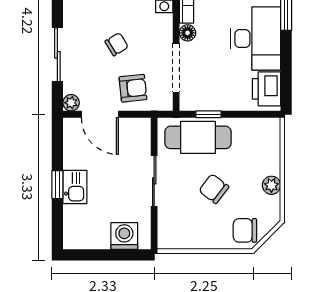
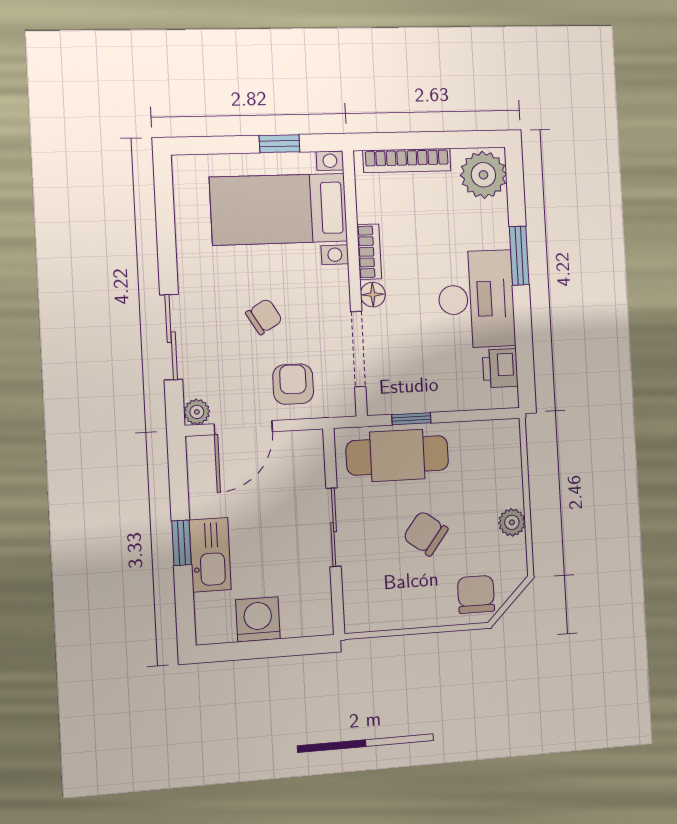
armchair: (133, 88) -> (293, 384), turned -84
printer: (267, 89) -> (500, 368), width x0.73, depth x0.81
door: (100, 114) -> (243, 428), hinge flipped
kitchen sink: (75, 187) -> (210, 555), width x1.38
chair: (245, 230) -> (476, 594), turned 90
washing machine: (124, 236) -> (258, 619), moved

